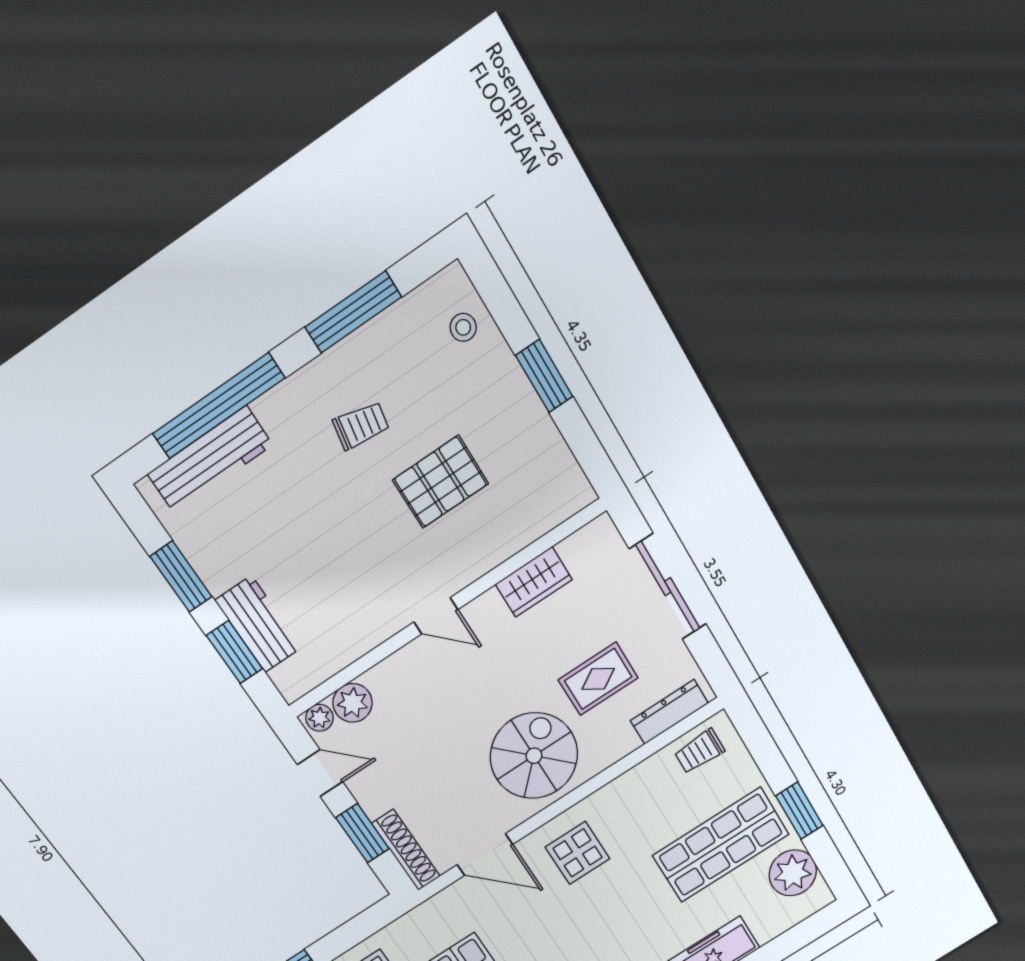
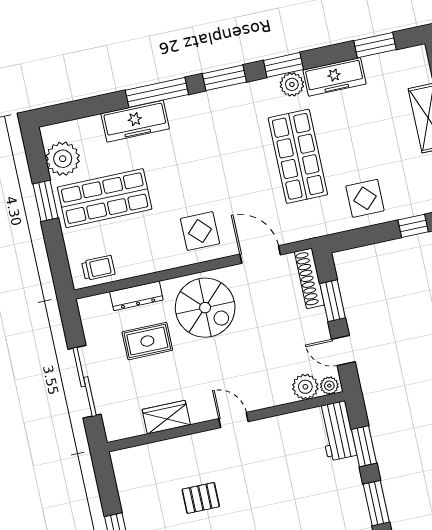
pallet: (441, 482) -> (201, 498), width x0.67, depth x0.71
workbench: (258, 624) -> (337, 431), moved
dresser: (669, 712) -> (136, 296), moved
spiral stairs: (534, 756) -> (205, 308), turned -90

